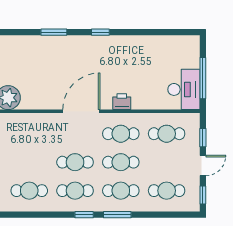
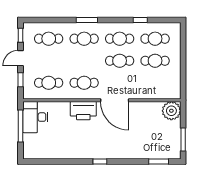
window: (54, 32) -> (159, 161), moved
printer: (122, 102) -> (83, 111), width x1.87, depth x1.48
door: (81, 111) -> (115, 100), hinge flipped
cafe table: (121, 162) -> (155, 61), moved
window: (84, 215) -> (140, 20), moved

